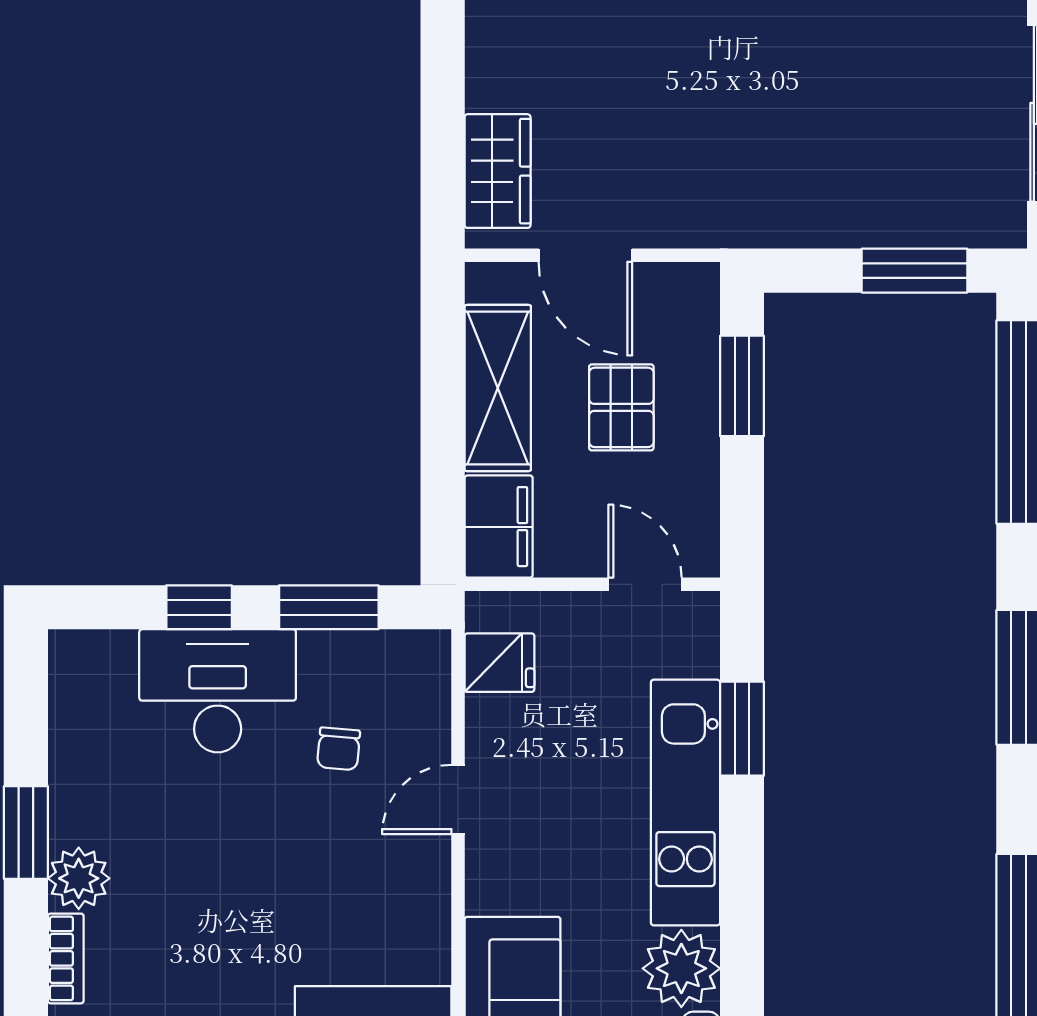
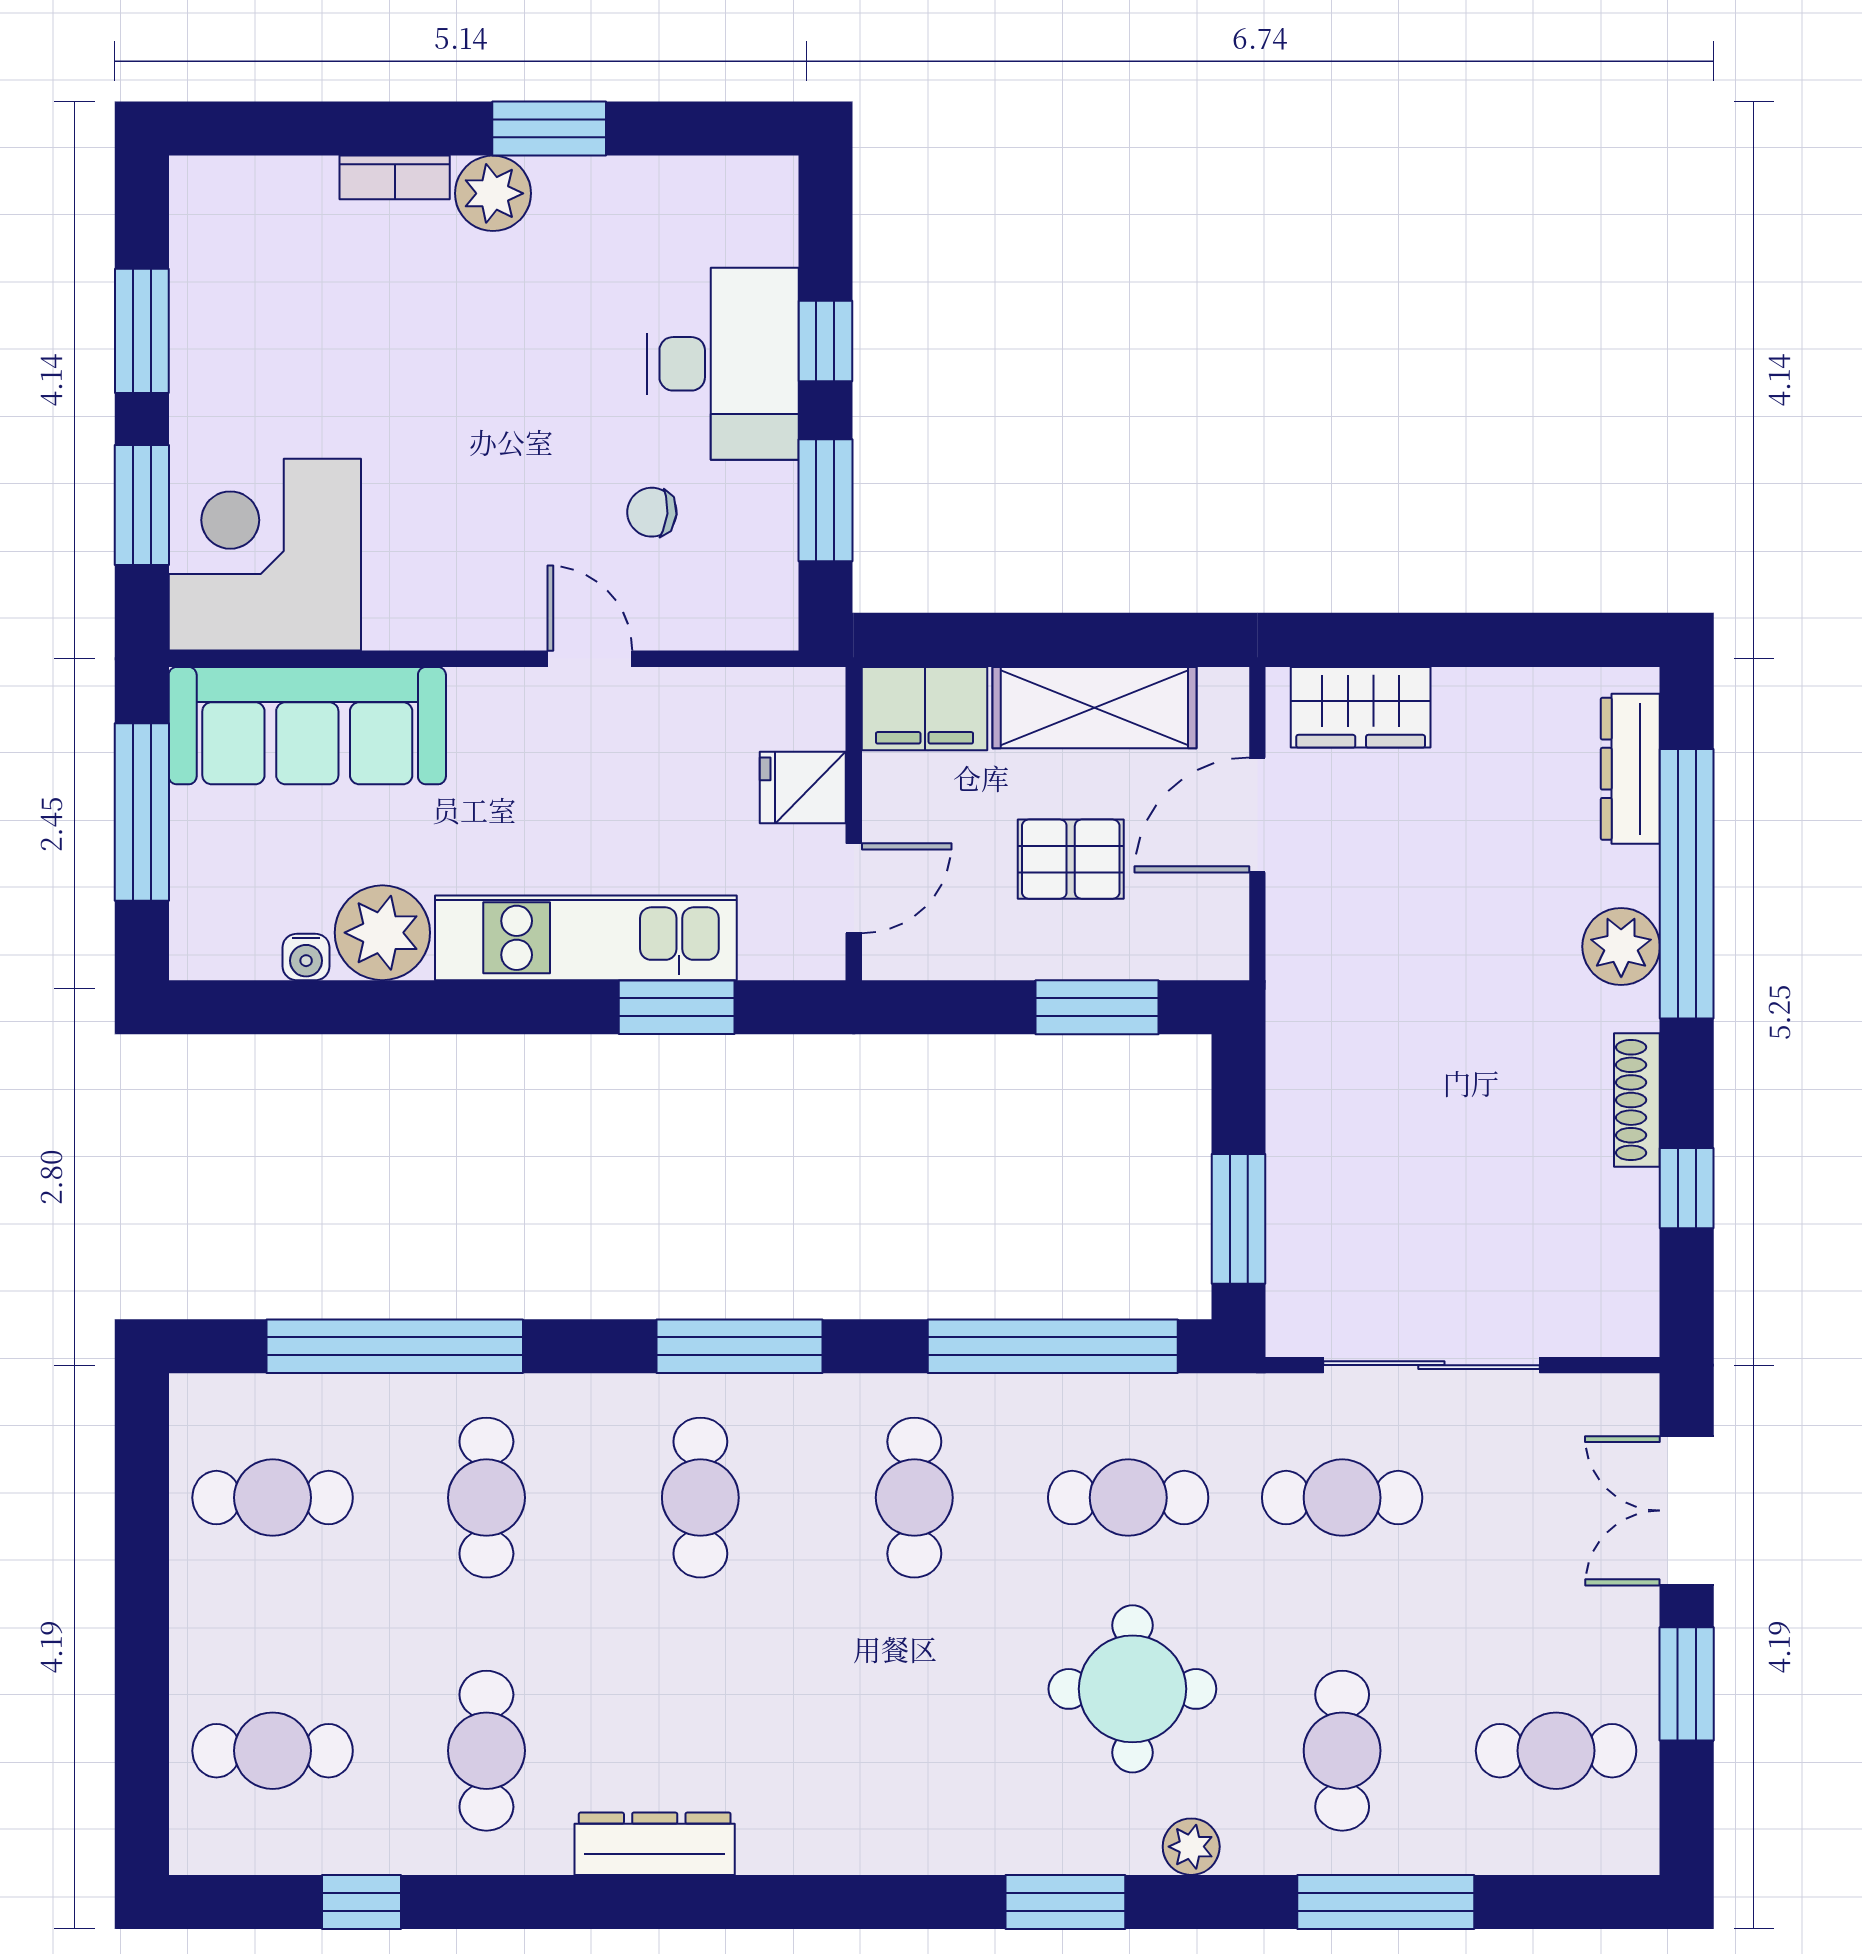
fridge: (499, 663) -> (803, 788), moved, turned 90

